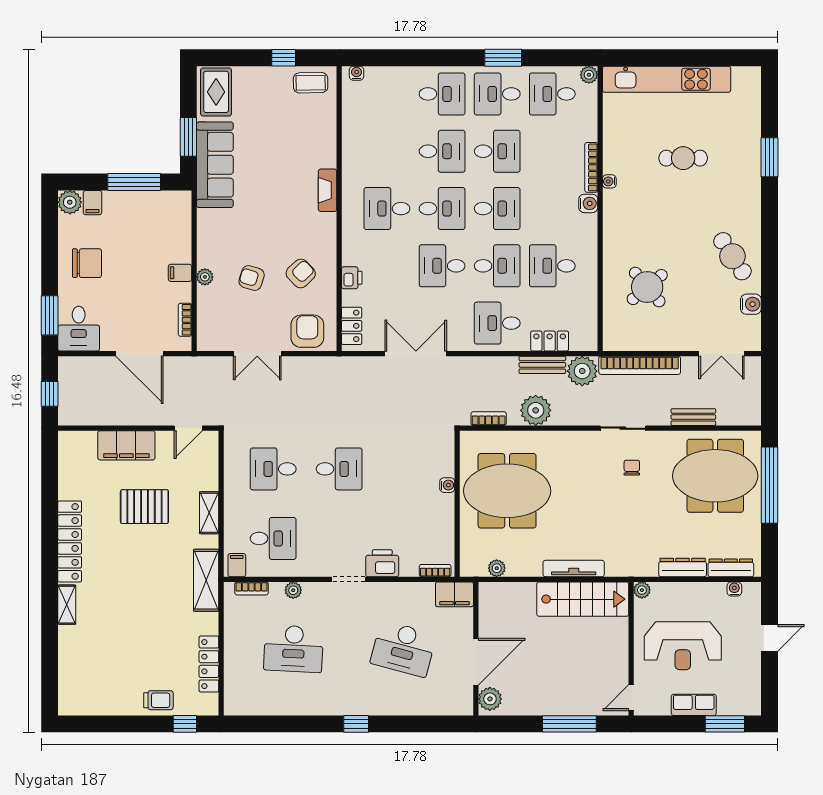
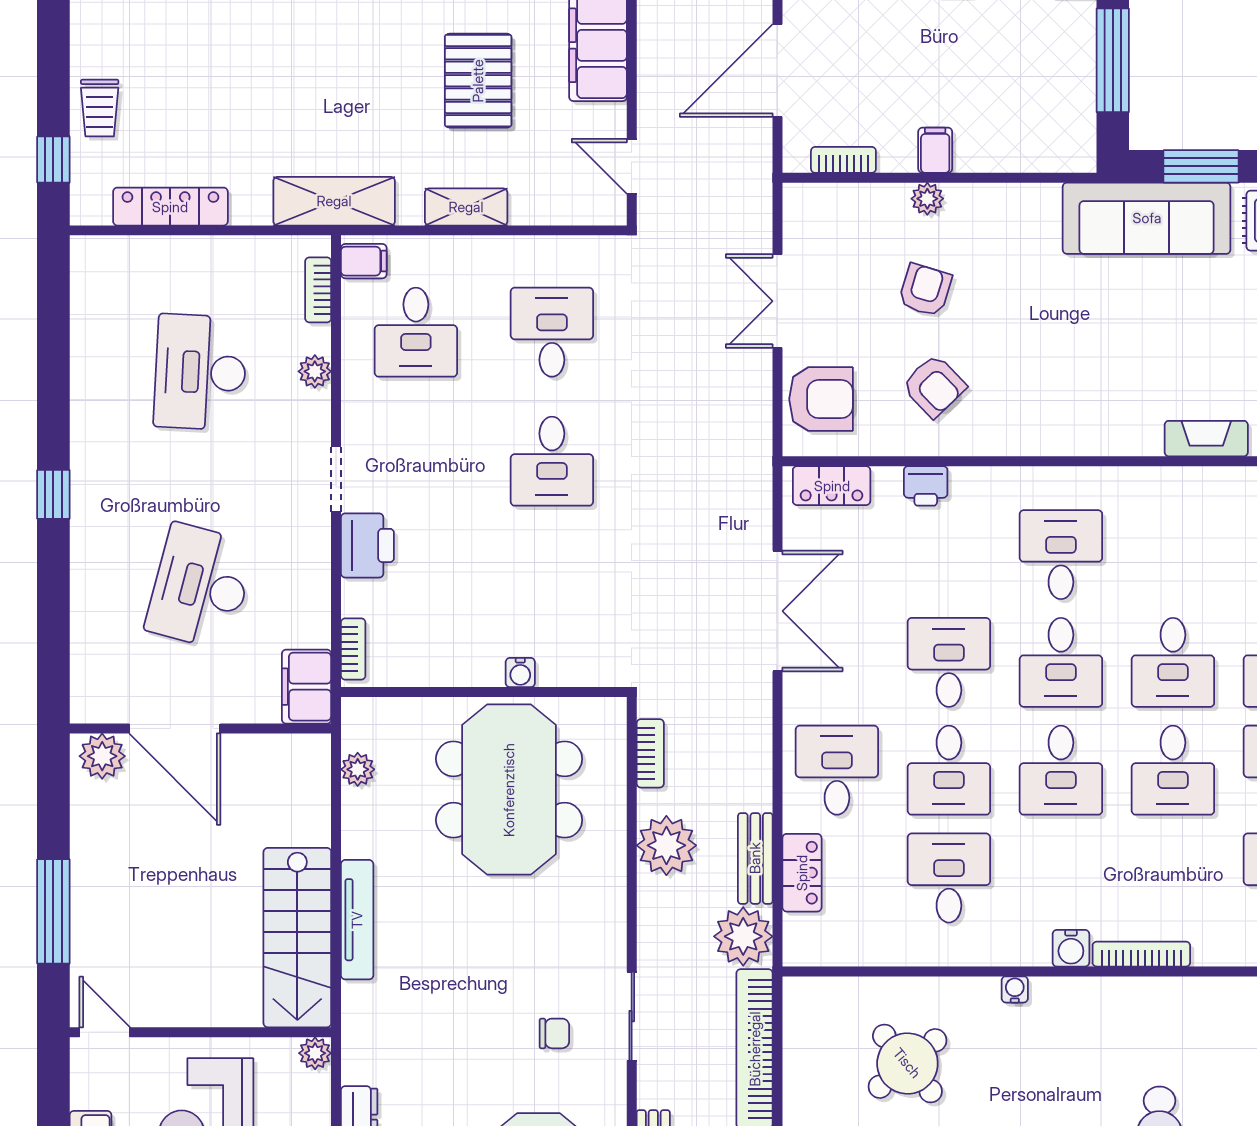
water cooler: (609, 181) -> (1015, 989), moved
fireplace: (328, 190) -> (1206, 439), moved

